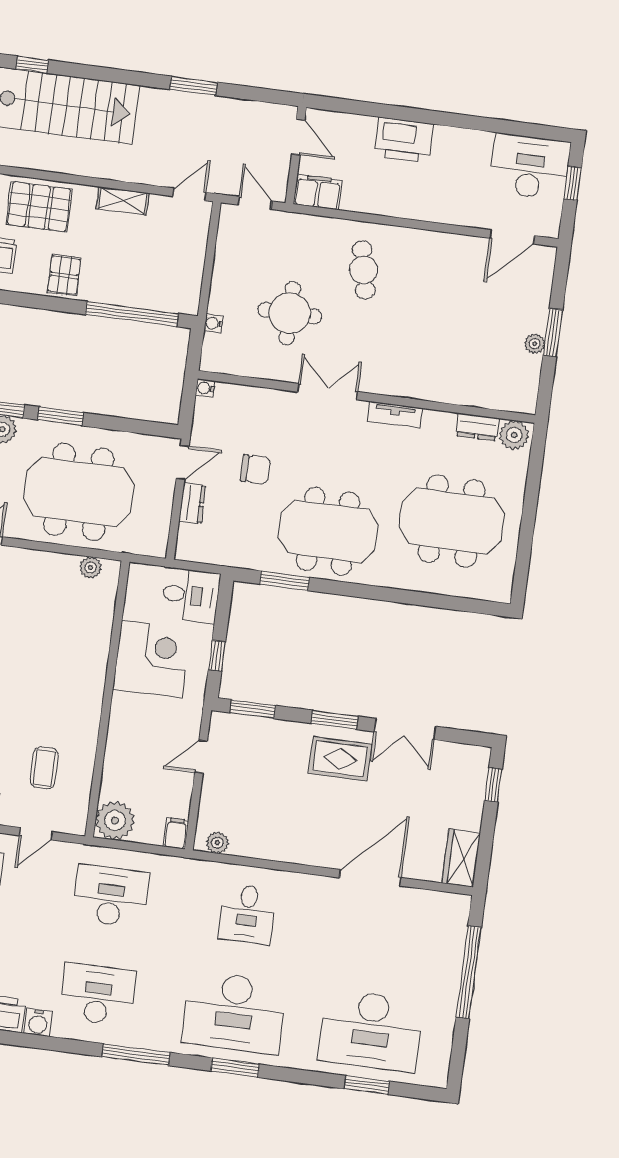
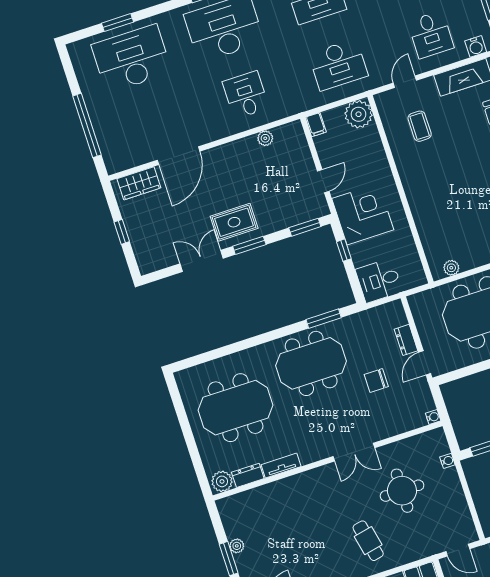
tv unit: (395, 415) -> (281, 466), moved
corner desk: (152, 659) -> (363, 214), moved, turned 180
window: (493, 785) -> (122, 232), moved
plant: (217, 843) -> (265, 138), moved
wardrobe: (461, 858) -> (139, 183), moved, turned 90

